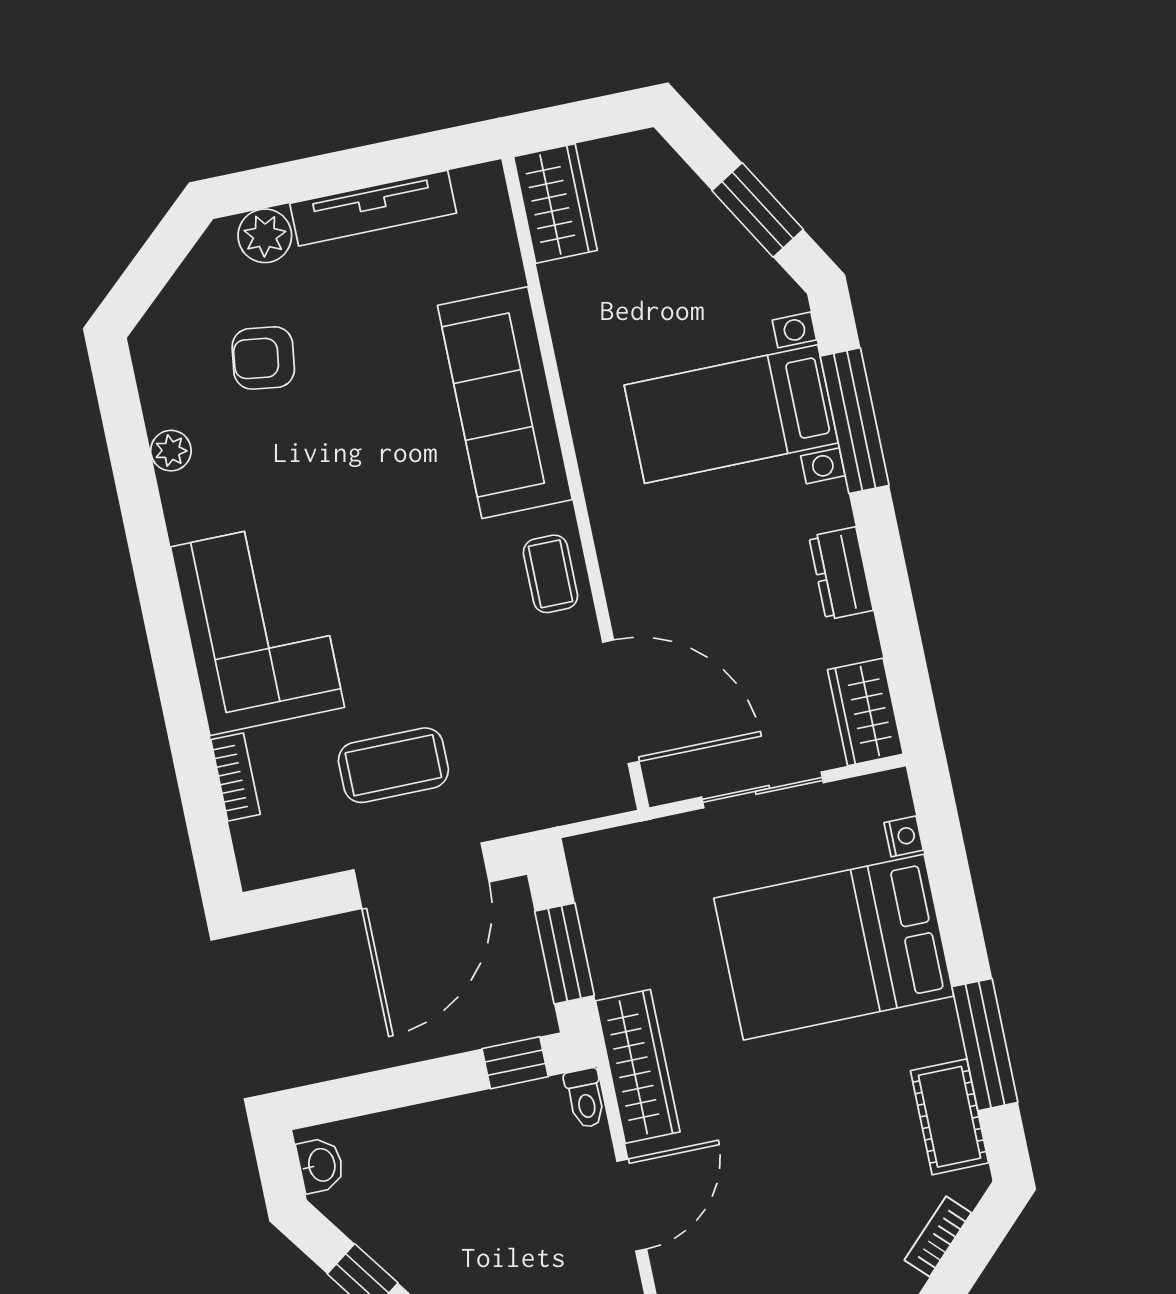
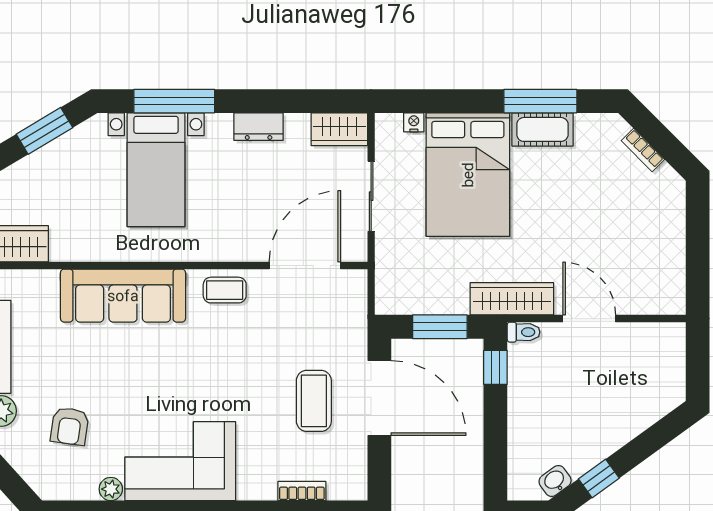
corner sofa: (257, 627) -> (180, 461), moved
cot: (950, 1117) -> (542, 129), moved
washbasin: (321, 1165) -> (555, 481), moved, turned -36

